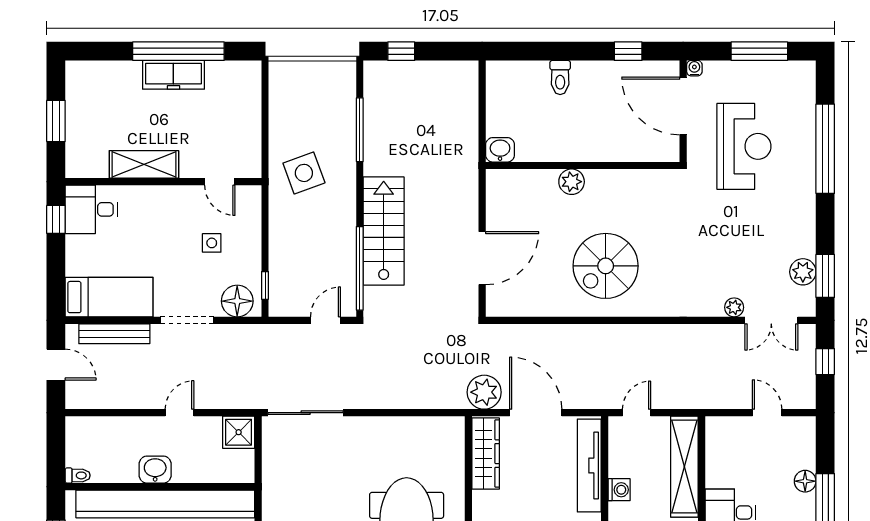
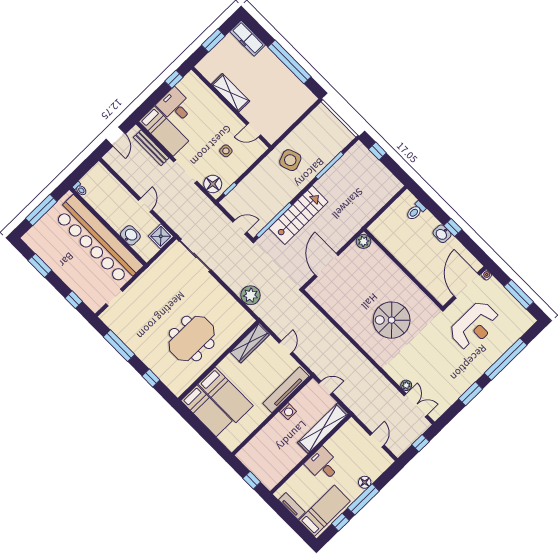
window: (628, 51) -> (453, 228), moved
freezer: (173, 75) -> (248, 38), moved
toilet: (560, 77) -> (416, 211), moved
washbasin: (500, 150) -> (442, 234), moved, turned 180
door: (220, 182) -> (254, 130), hinge flipped
plant: (572, 182) -> (363, 241), moved
desk: (91, 209) -> (175, 106), moved
door: (482, 258) -> (327, 265), swing flipped
spiral stairs: (606, 266) -> (392, 320), moved
plant: (803, 272) -> (448, 399), removed
window: (825, 276) -> (471, 394), moved
double door: (771, 320) -> (416, 405), swing flipped
plant: (484, 392) -> (250, 295), moved
door: (179, 413) -> (145, 205), hinge flipped
door: (536, 413) -> (286, 347), width x0.53
washbasin: (155, 470) -> (130, 235), moved

